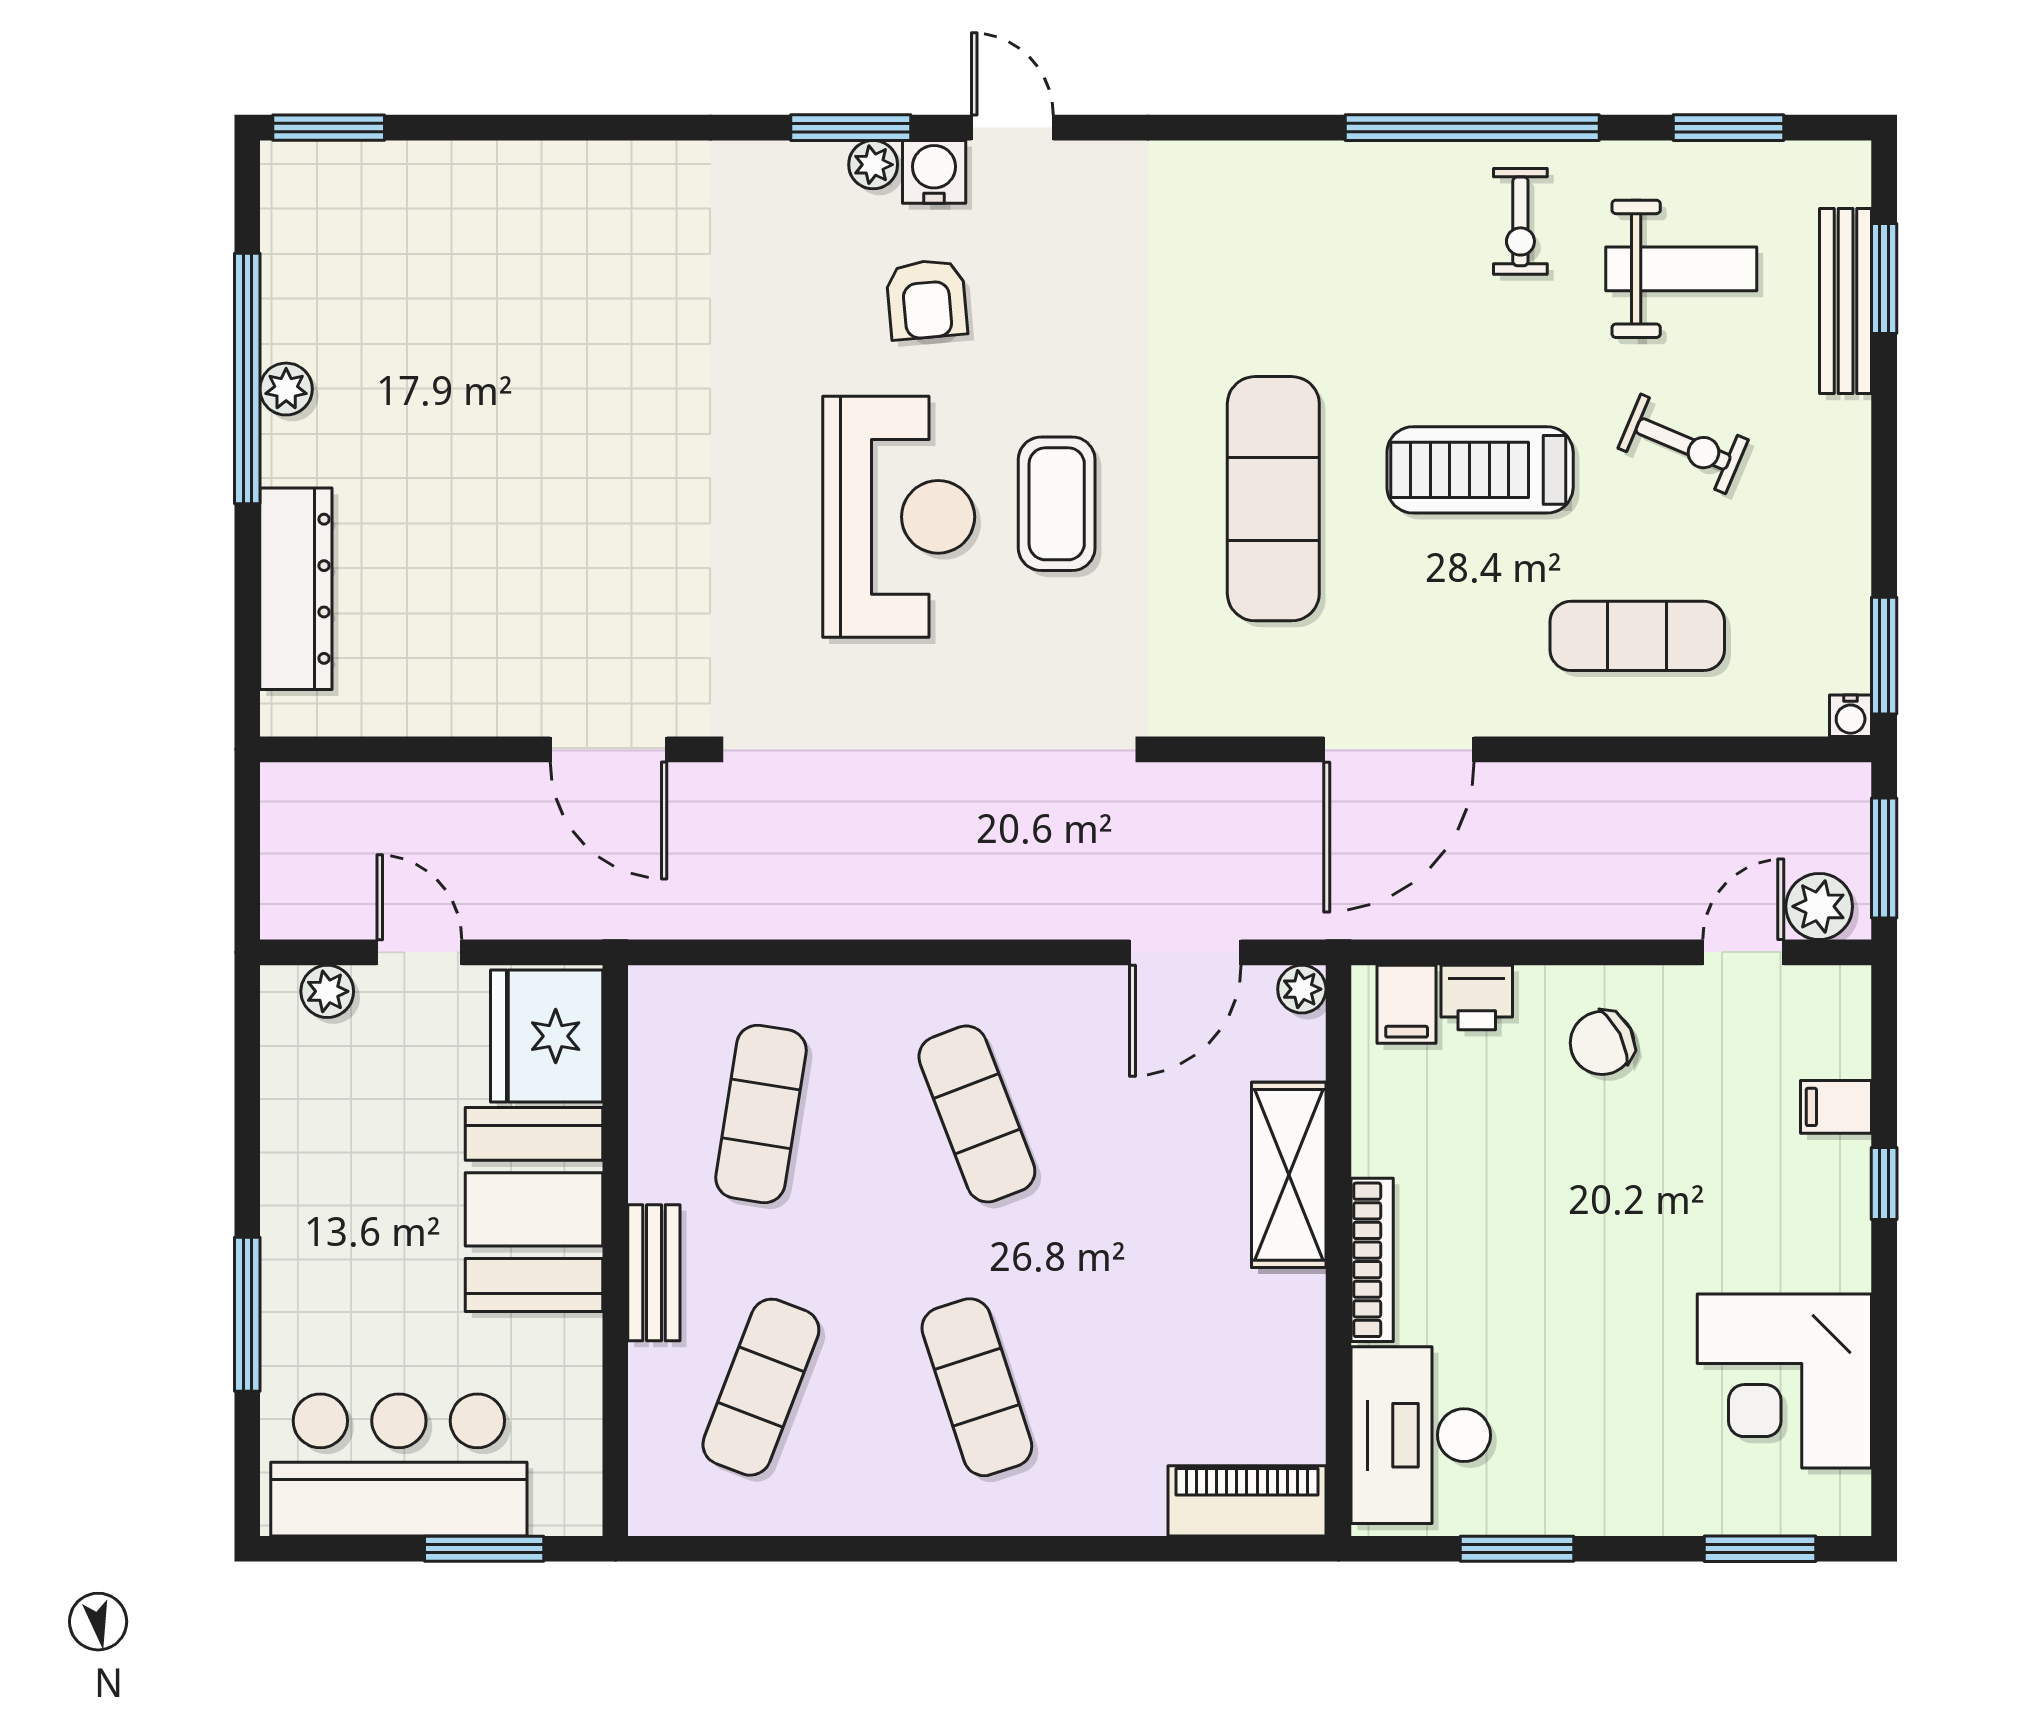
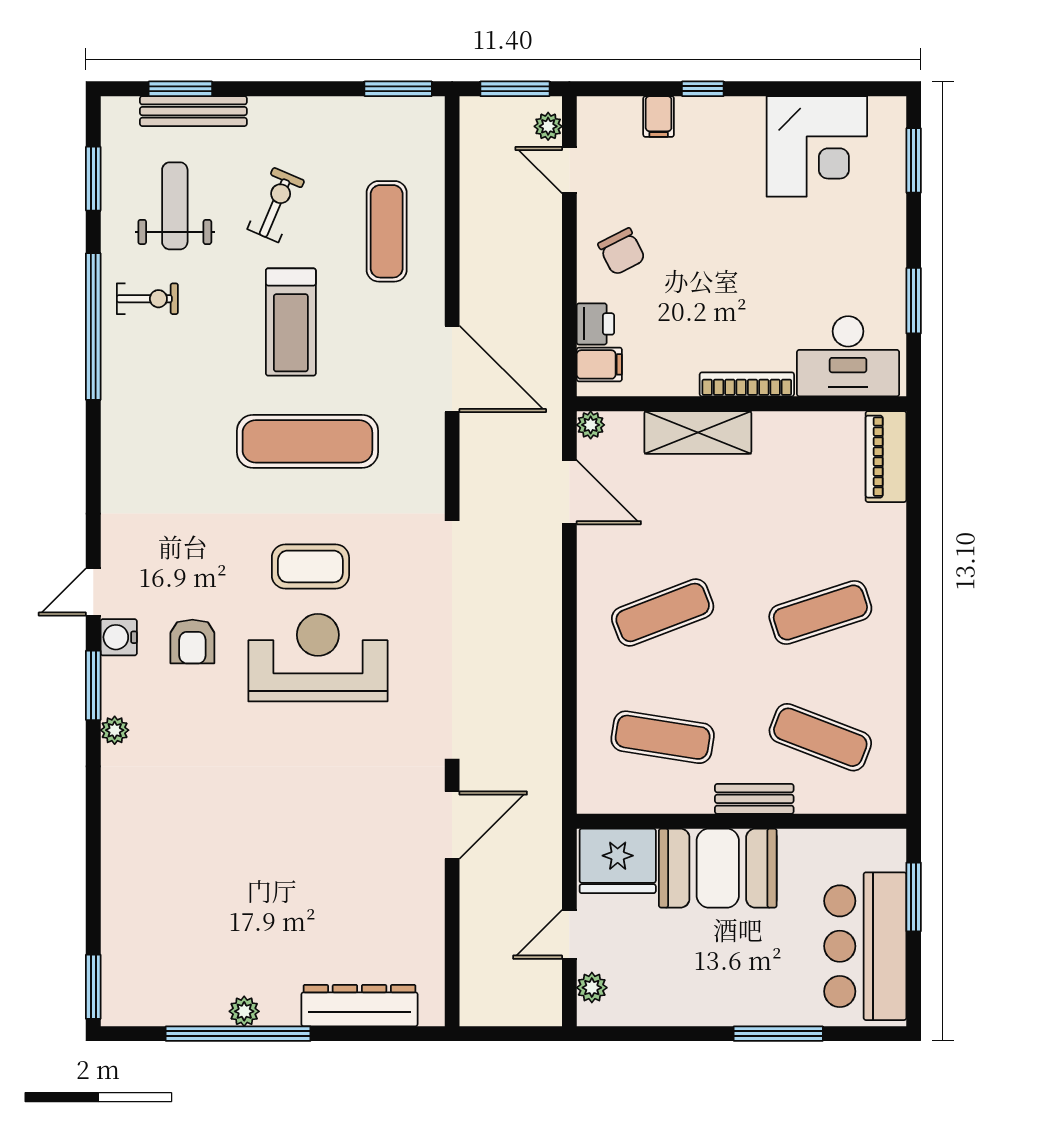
plant: (873, 165) -> (115, 730), moved
armchair: (927, 299) -> (192, 642), turned 95
water cooler: (1851, 716) -> (433, 108), removed
plant: (1819, 906) -> (548, 126), width x0.73, depth x0.73

